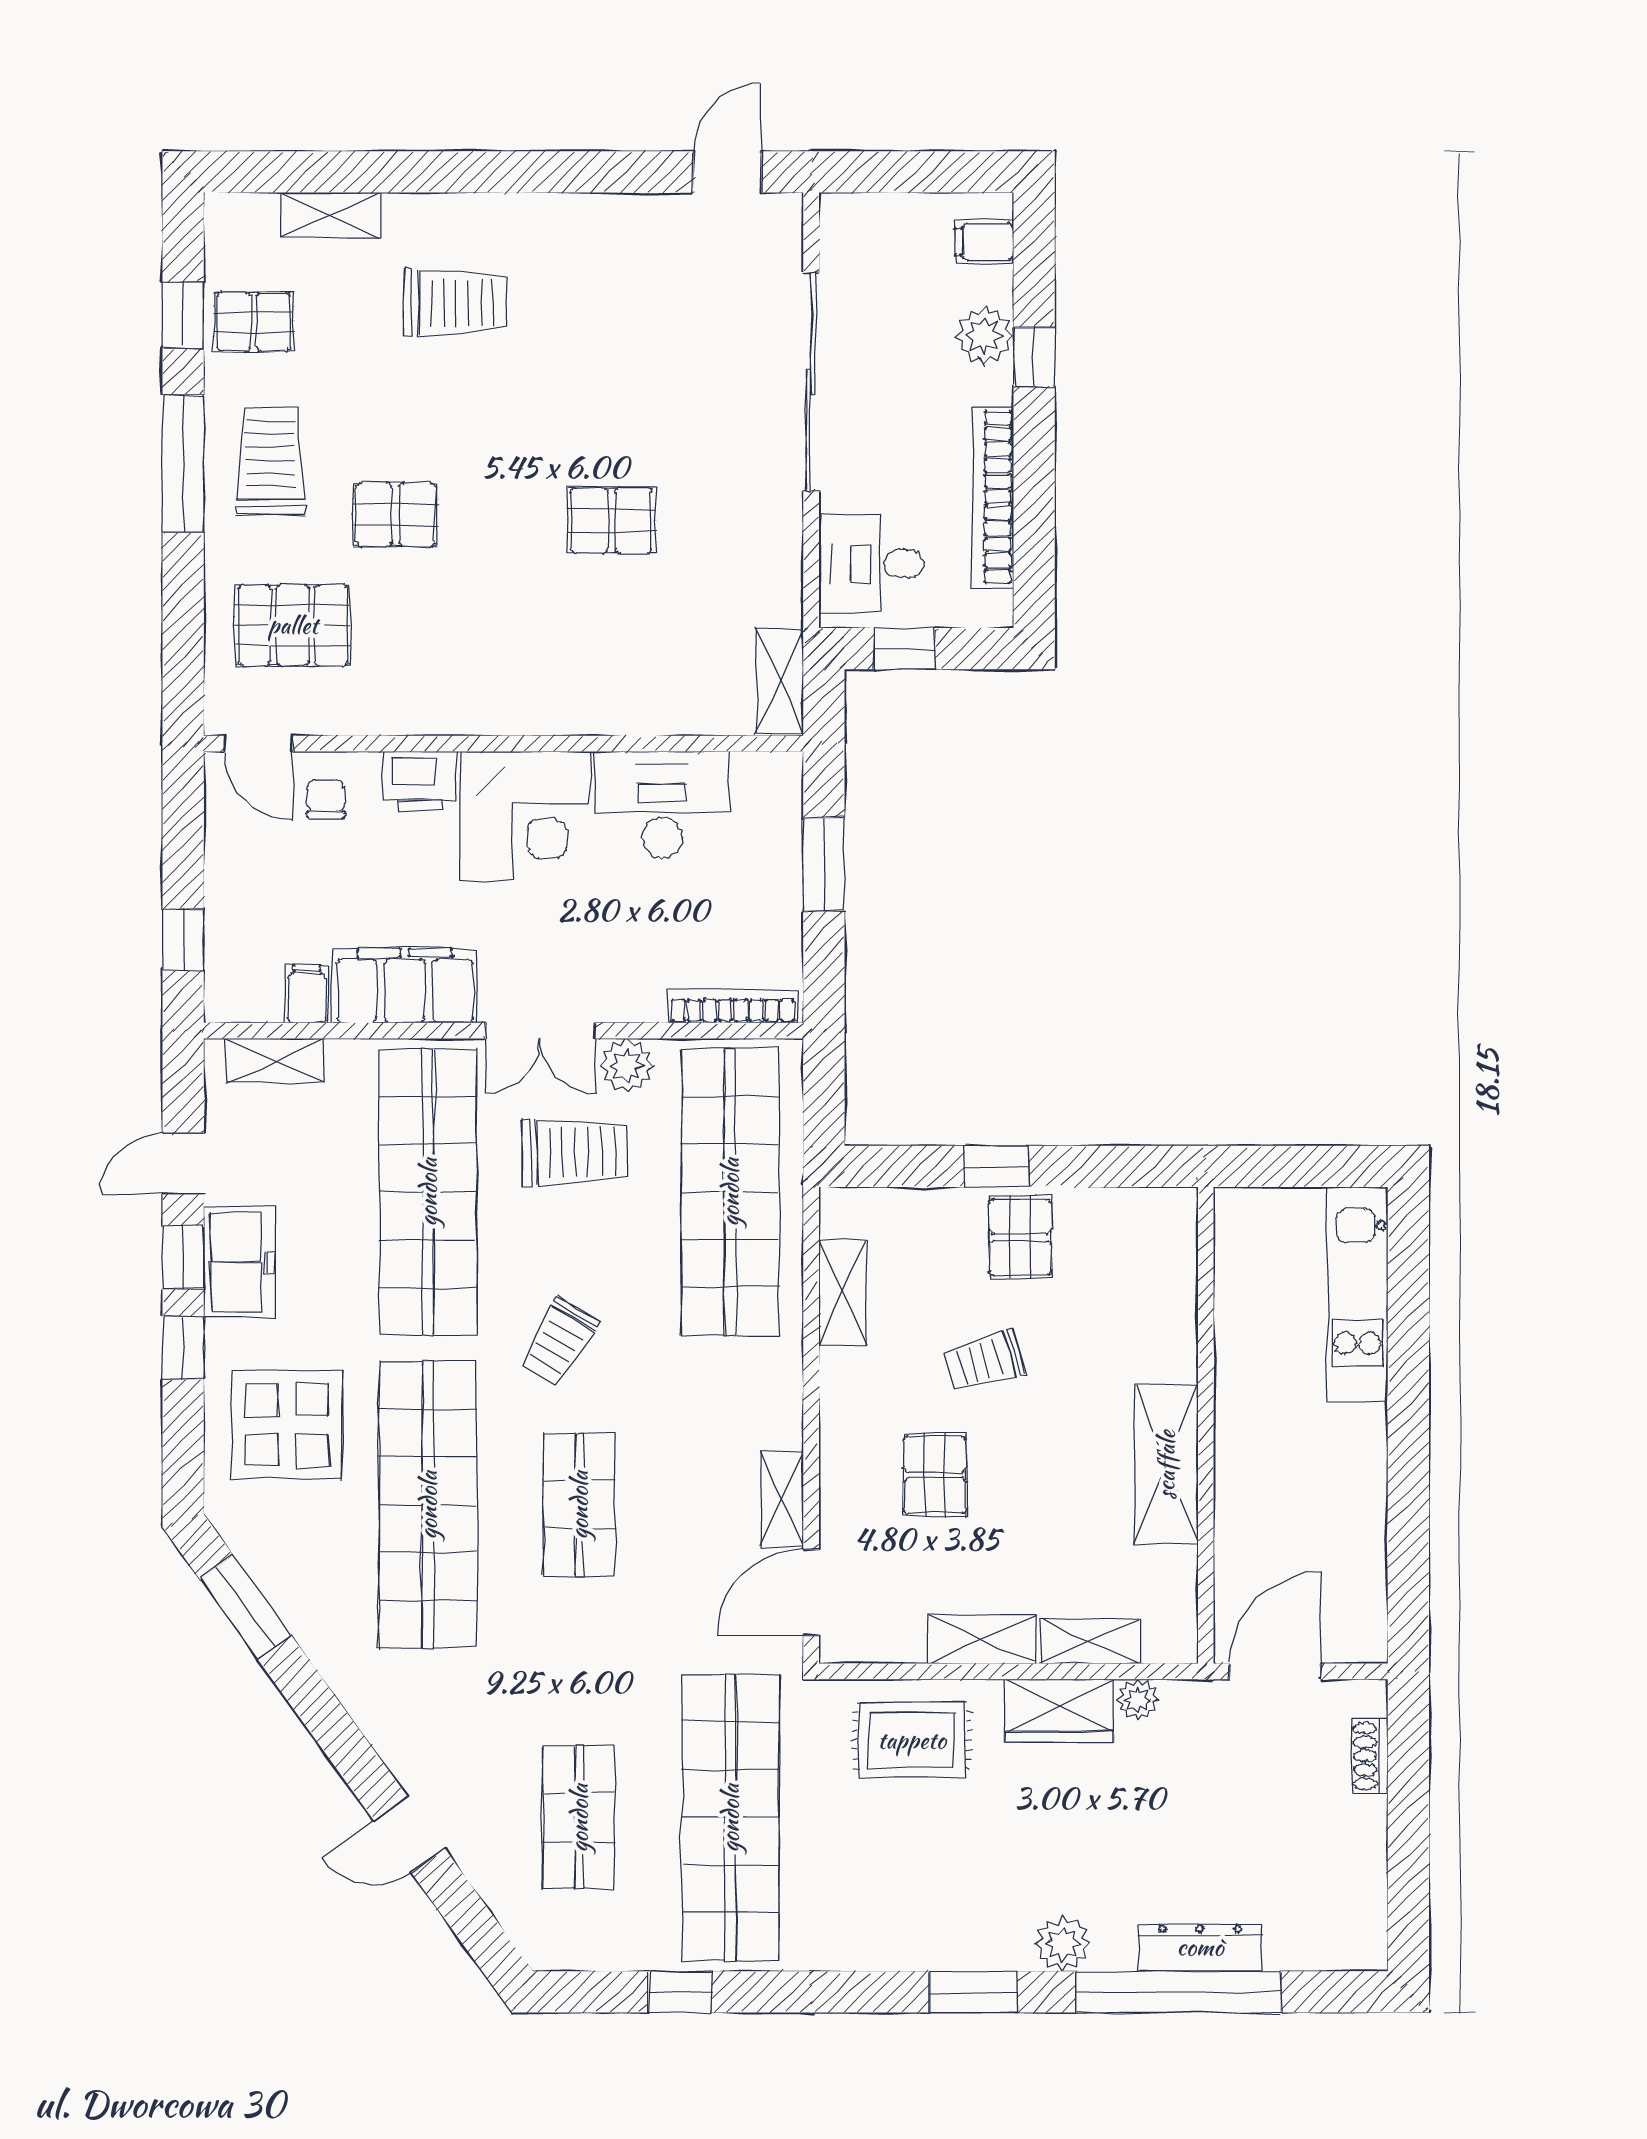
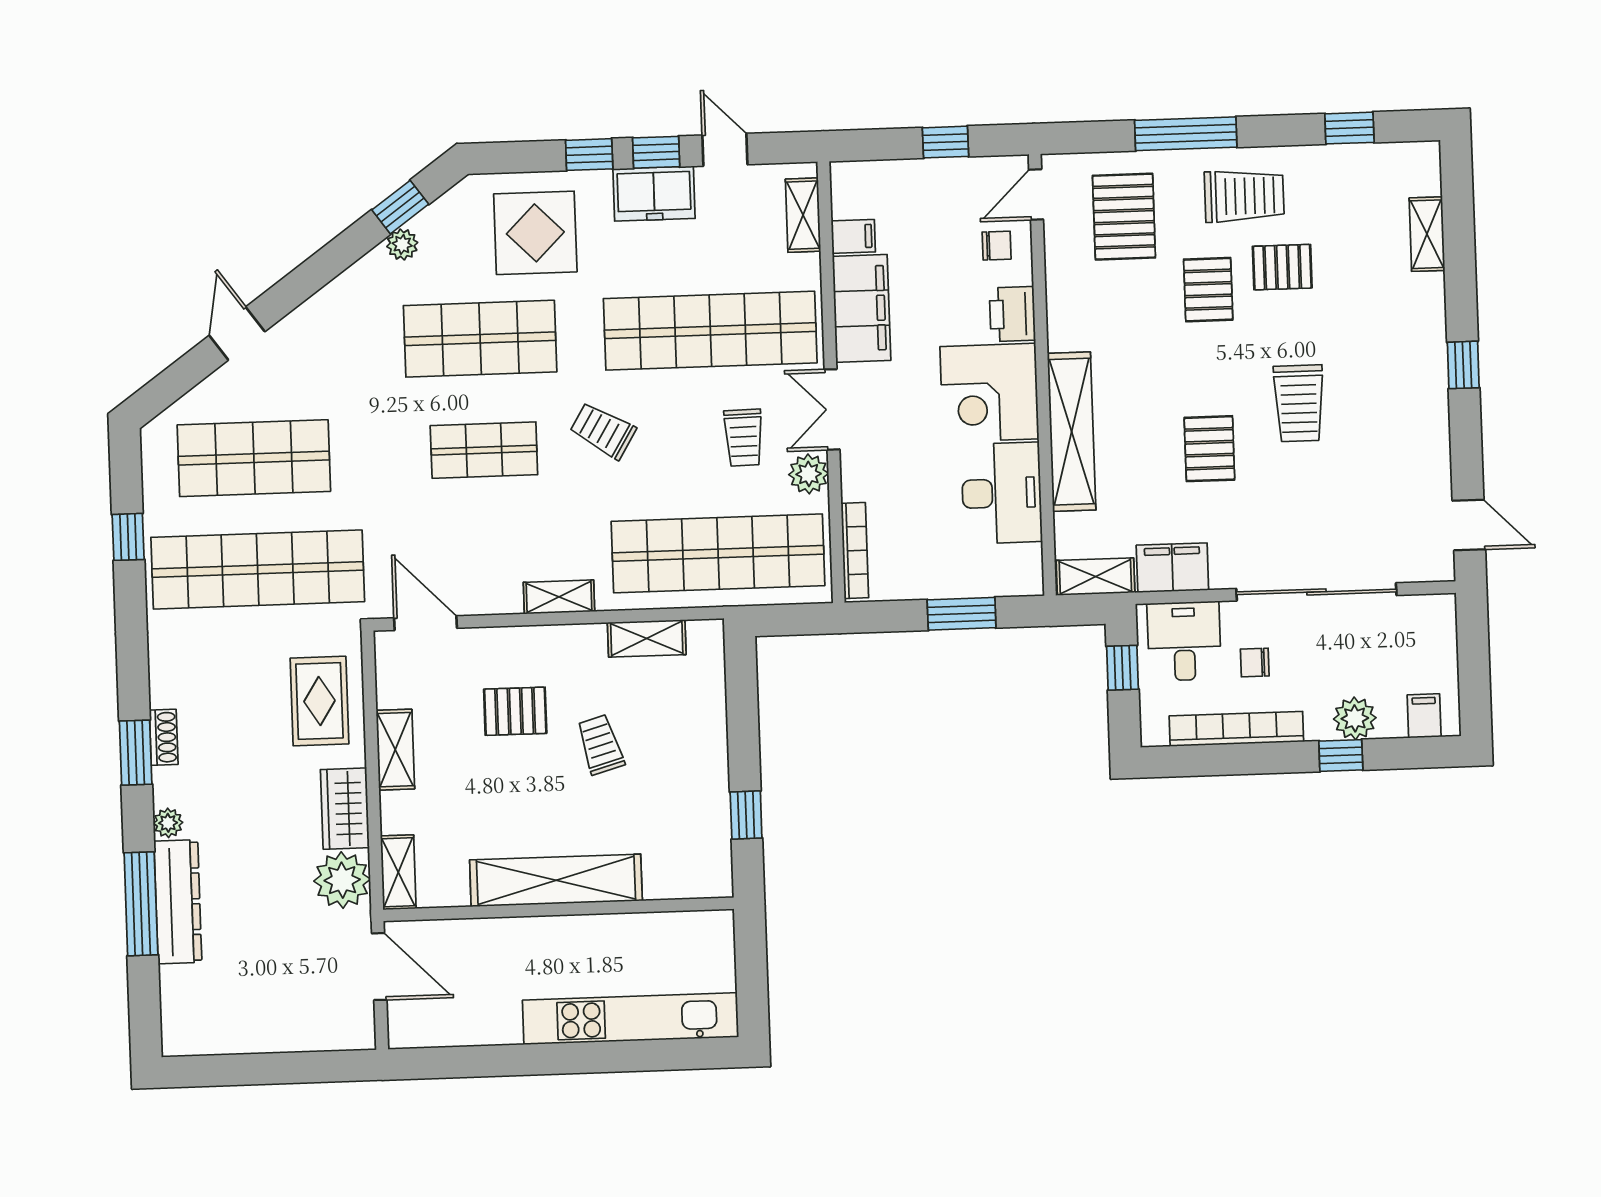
window: (510, 172) -> (1463, 365), added
trolley: (455, 303) -> (1299, 403), moved
pallet: (254, 322) -> (1282, 267), moved, turned 90
window: (183, 464) -> (1186, 134), moved
chair: (904, 469) -> (1255, 663), added
filing cabinet: (771, 576) -> (1172, 568), added
shelving: (582, 707) -> (1072, 432), added
window: (183, 939) -> (945, 142), moved
trolley: (574, 1152) -> (744, 438), width x0.73, depth x0.72
window: (997, 1166) -> (746, 815), moved
pallet: (1020, 1237) -> (692, 768), removed
kitchen unit: (1358, 1294) -> (631, 1019), width x1.36
shelving: (1166, 1465) -> (556, 880), width x1.47
shelving: (782, 1499) -> (559, 597), moved
shop shelf: (428, 1505) -> (480, 339), width x0.71
plant: (296, 1606) -> (402, 244), added
window: (245, 1607) -> (400, 207), width x0.67
shelving: (1090, 1641) -> (398, 872), moved
plant: (1138, 1700) -> (342, 880), width x1.88, depth x1.88
shoe rack: (1370, 1756) -> (164, 737), moved, turned 90
shop shelf: (579, 1818) -> (254, 458), width x1.43, depth x1.36
plant: (1062, 1944) -> (168, 823), width x0.73, depth x0.73
dresser: (1200, 1947) -> (178, 902), width x1.37, depth x1.24
window: (1179, 1992) -> (141, 904), width x0.68

